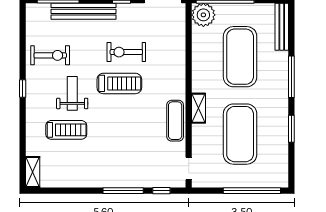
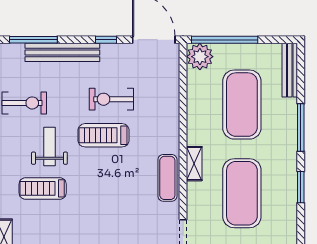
treadmill: (119, 83) -> (104, 135), turned 180
treadmill: (66, 130) -> (43, 188), turned 180

